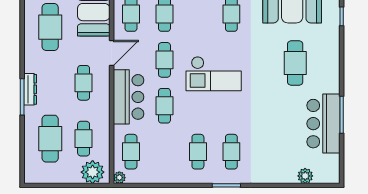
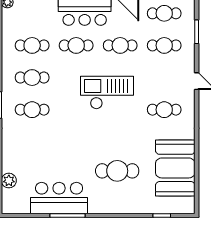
checkout: (214, 74) -> (107, 93), turned 90
cafe table: (131, 152) -> (32, 45), moved

